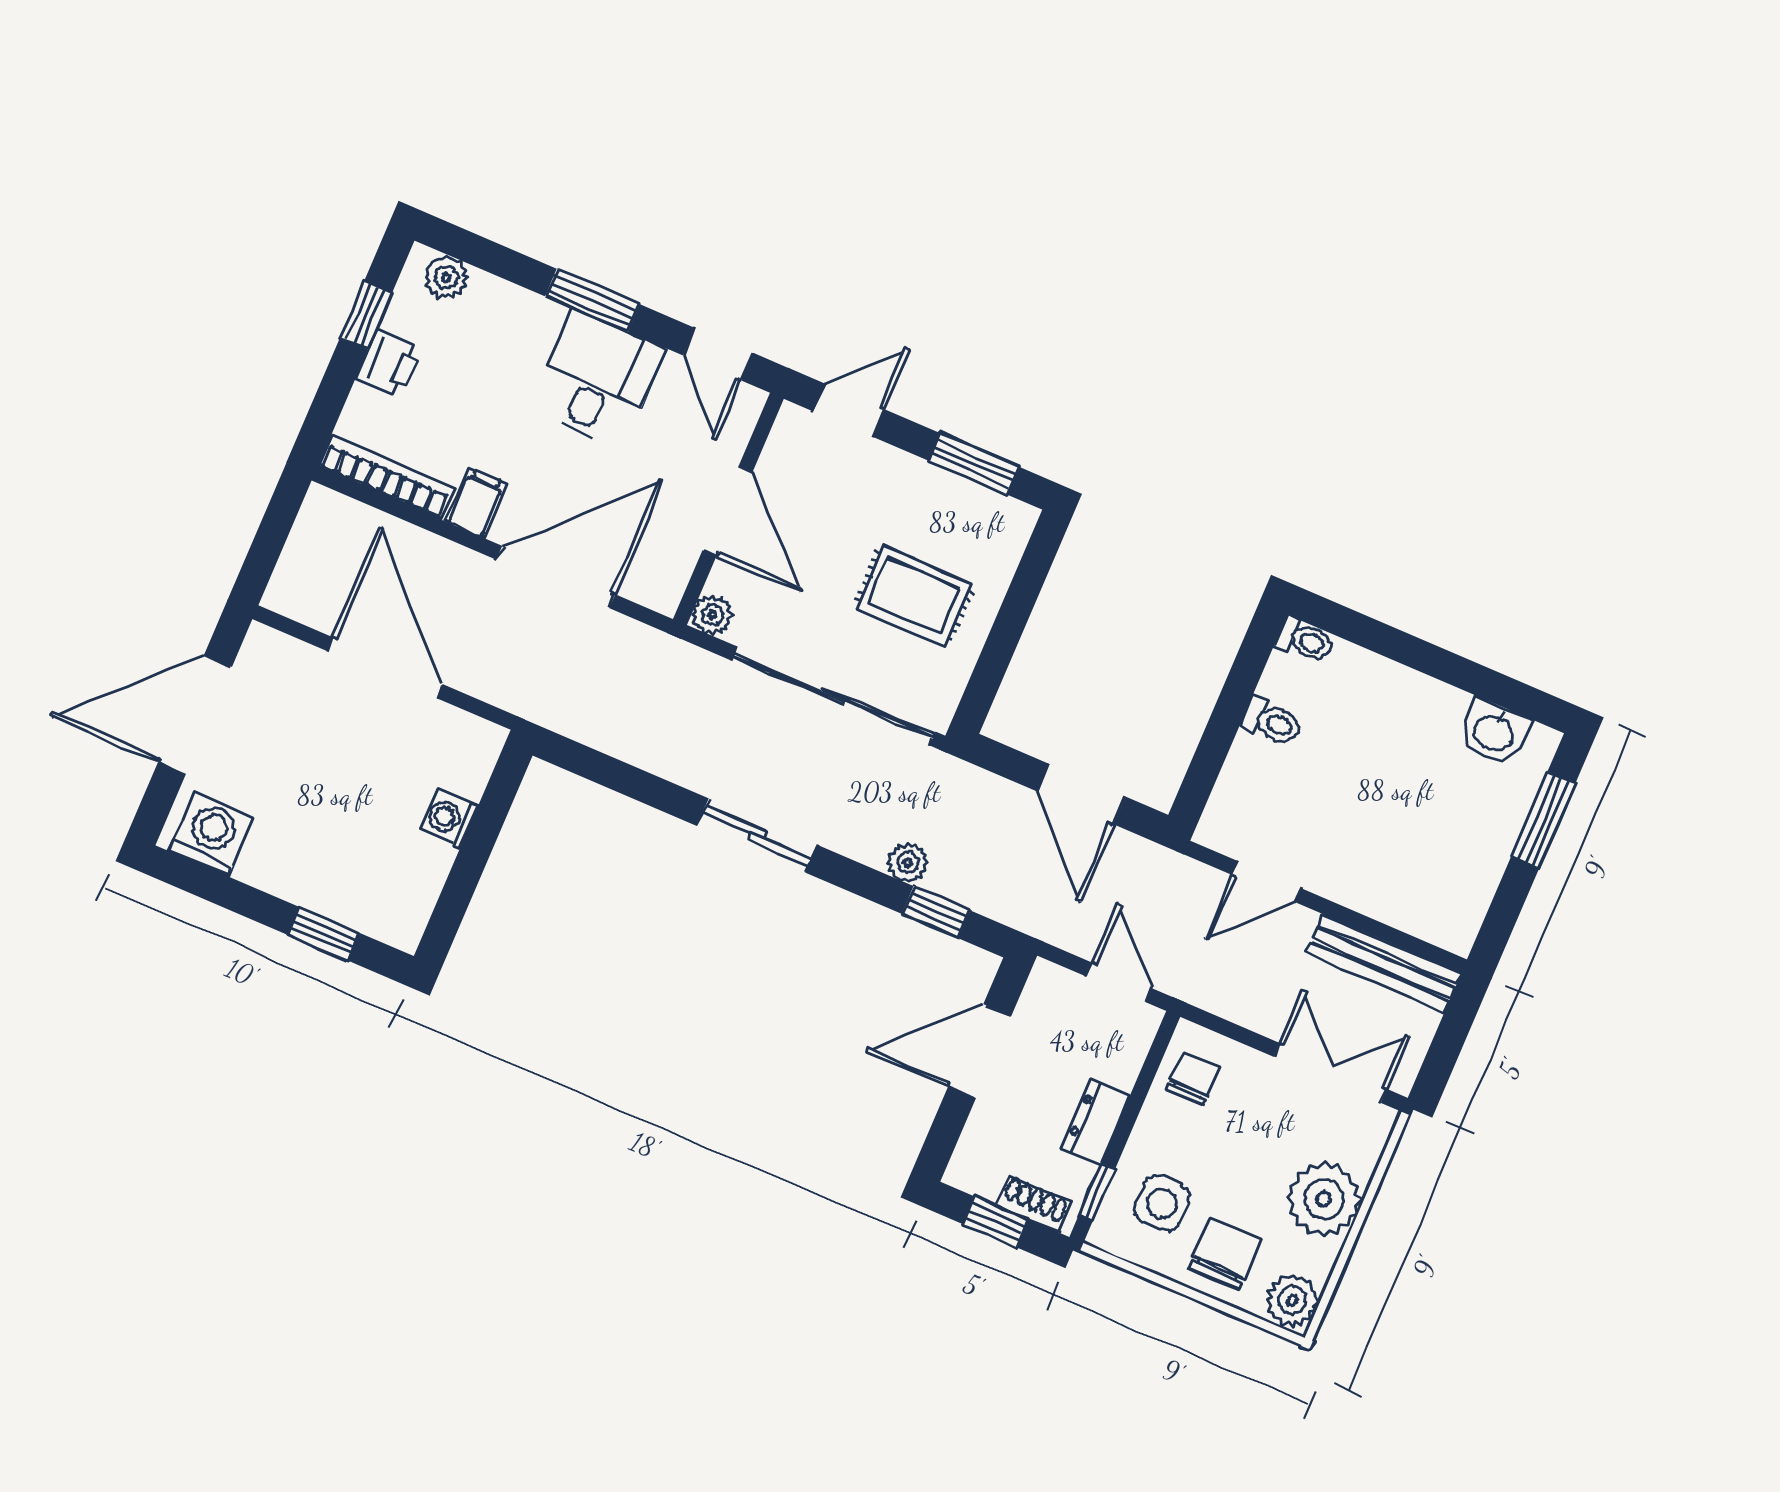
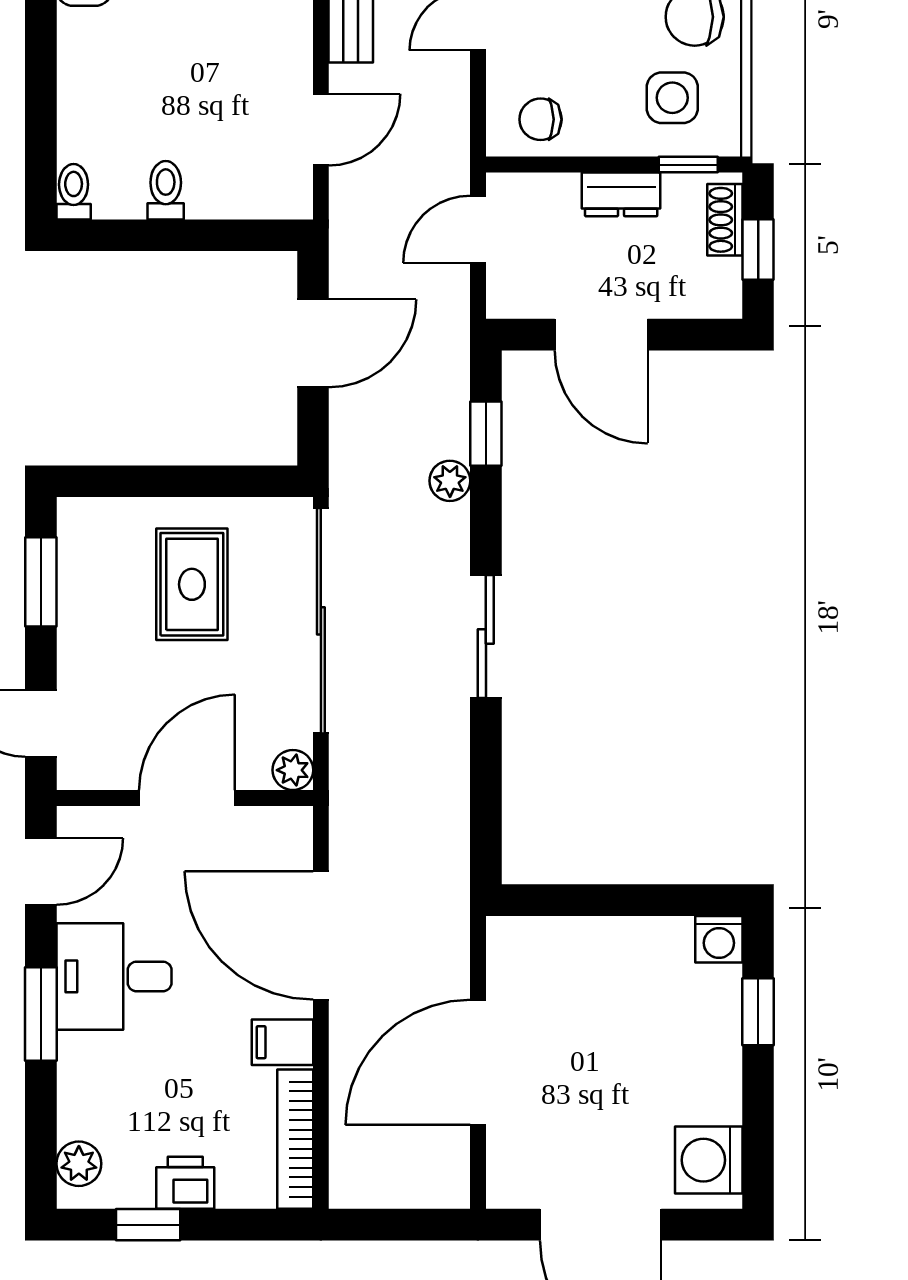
washing machine: (449, 818) -> (719, 939), moved
door: (1266, 882) -> (321, 130), hinge flipped

